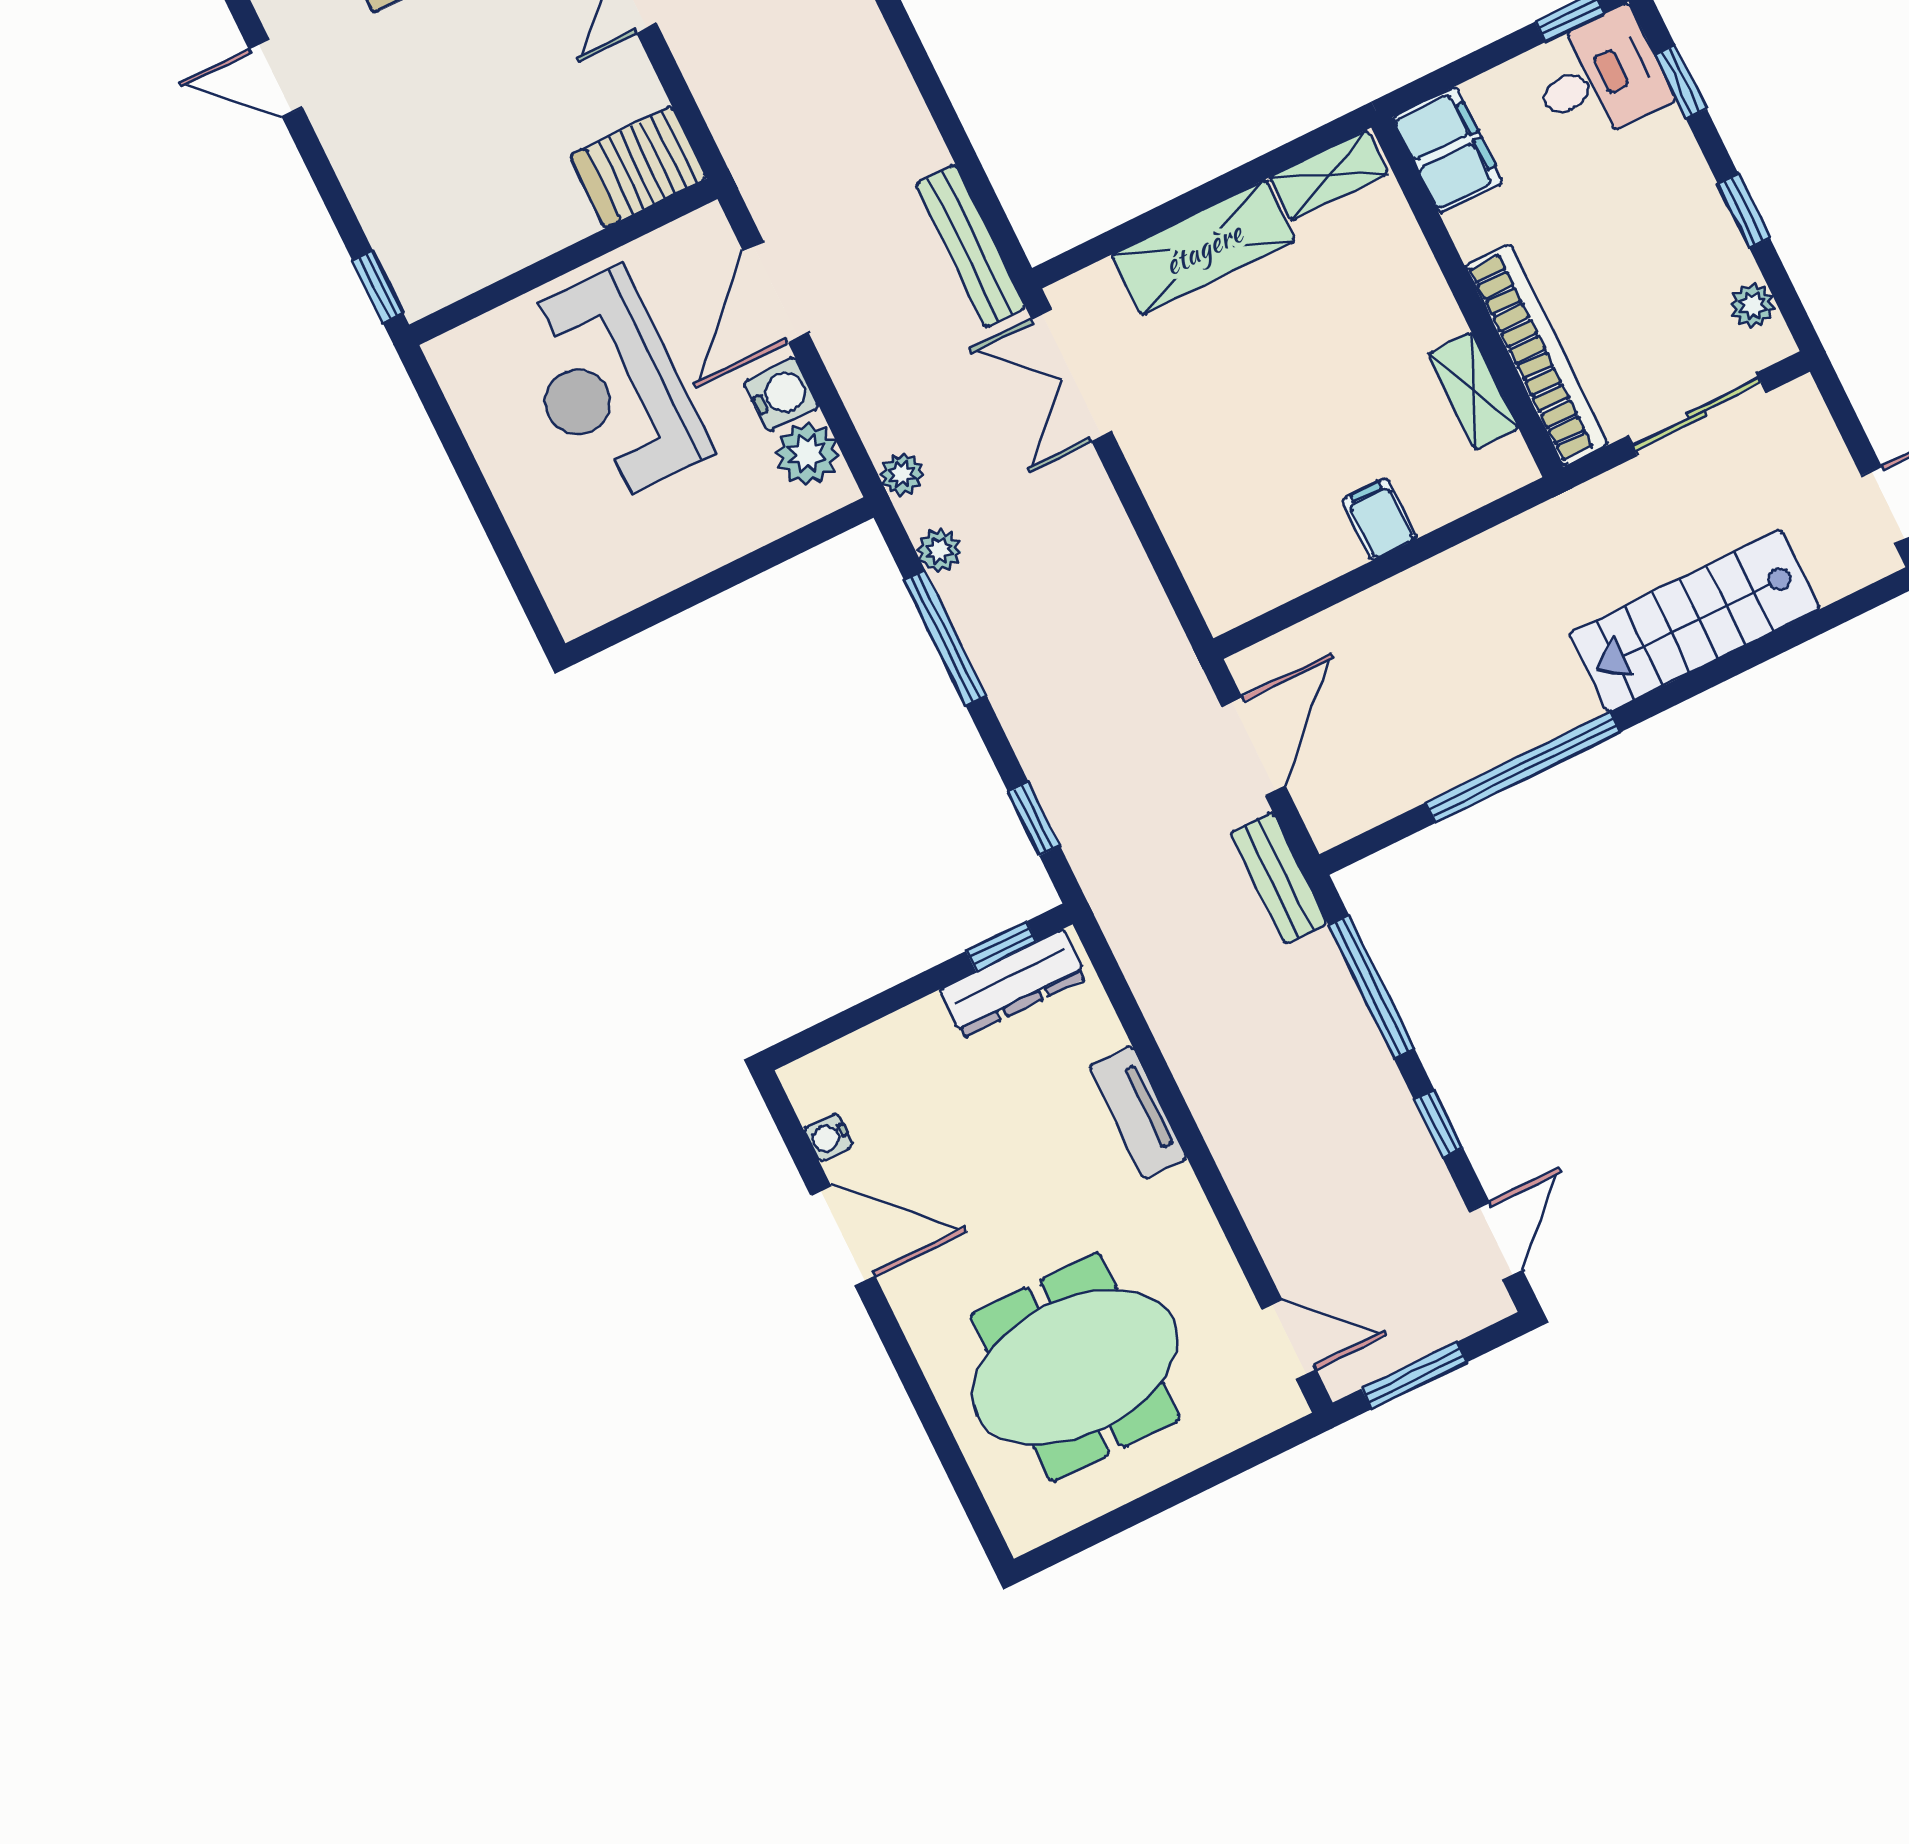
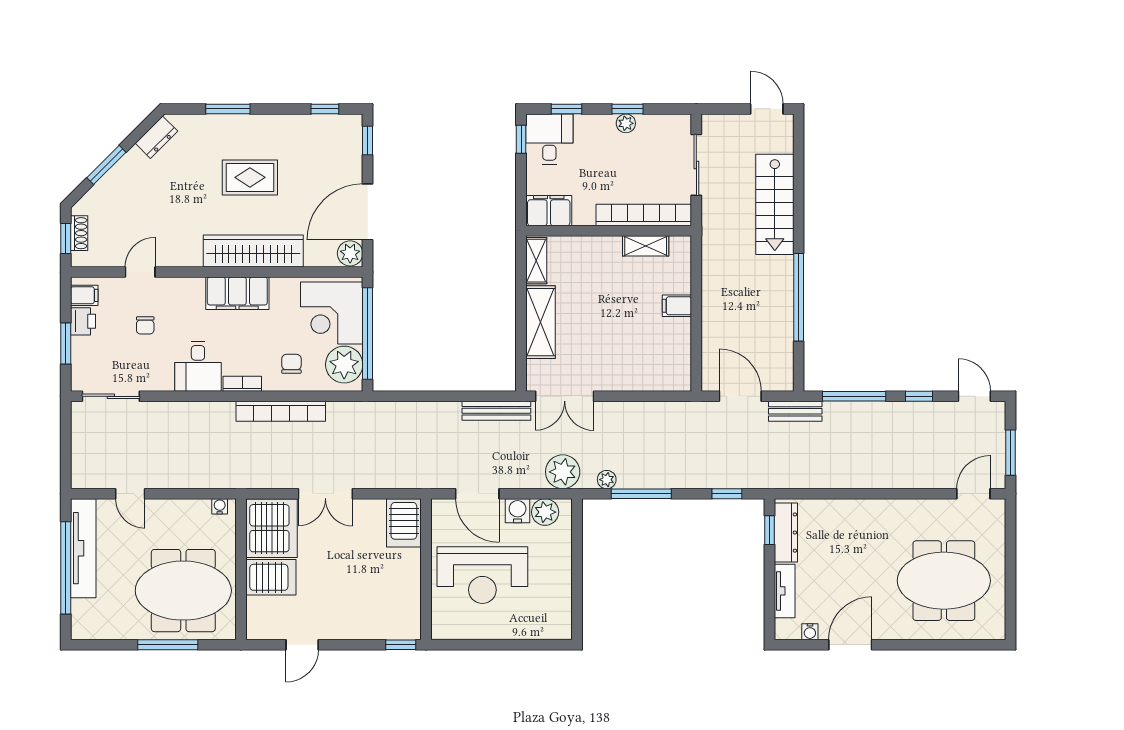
plant: (1753, 306) -> (626, 123), moved
plant: (902, 475) -> (563, 472), width x1.88, depth x1.88
tv unit: (1138, 1112) -> (785, 591), moved, turned -90
meeting table: (1075, 1367) -> (944, 581), turned 90

